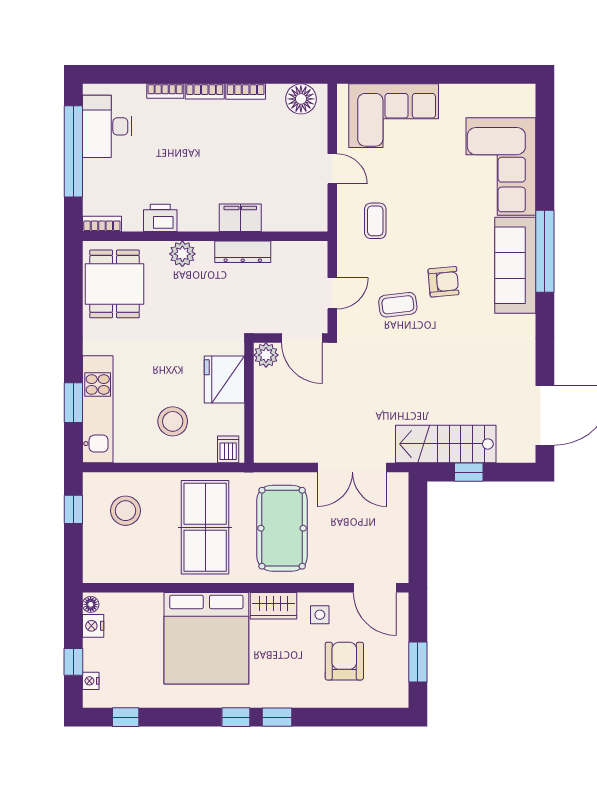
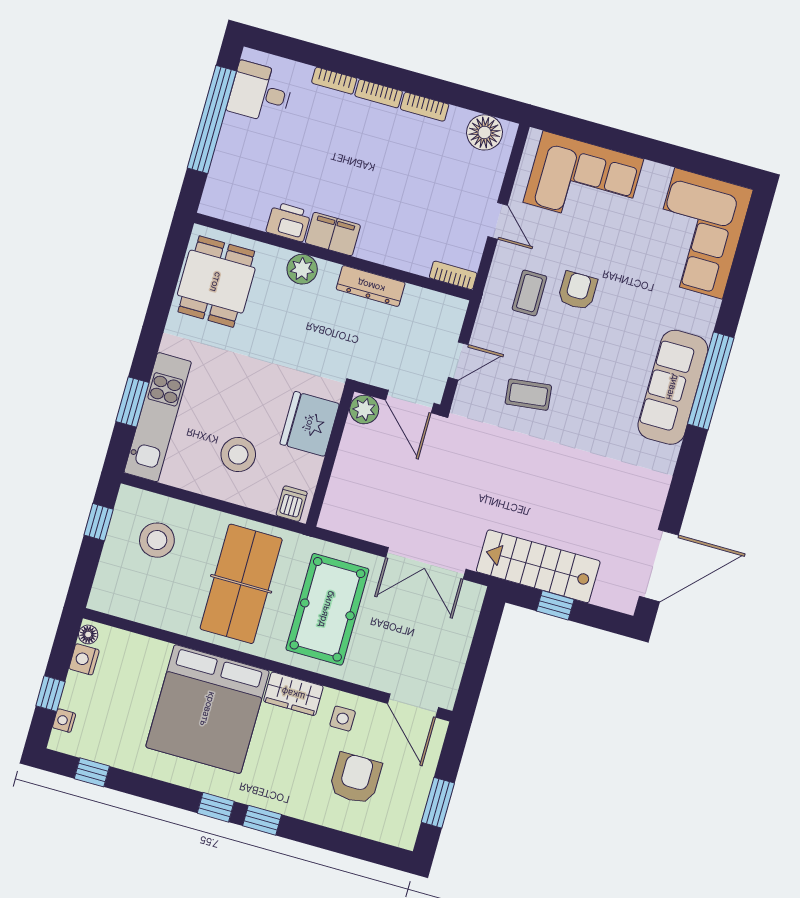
desk: (107, 126) -> (260, 93), width x0.73
corner sofa: (501, 167) -> (699, 233), moved
filing cabinet: (240, 218) -> (333, 234), moved
bookcase: (102, 224) -> (453, 275), moved
armchair: (443, 282) -> (578, 291), moved, turned -85

